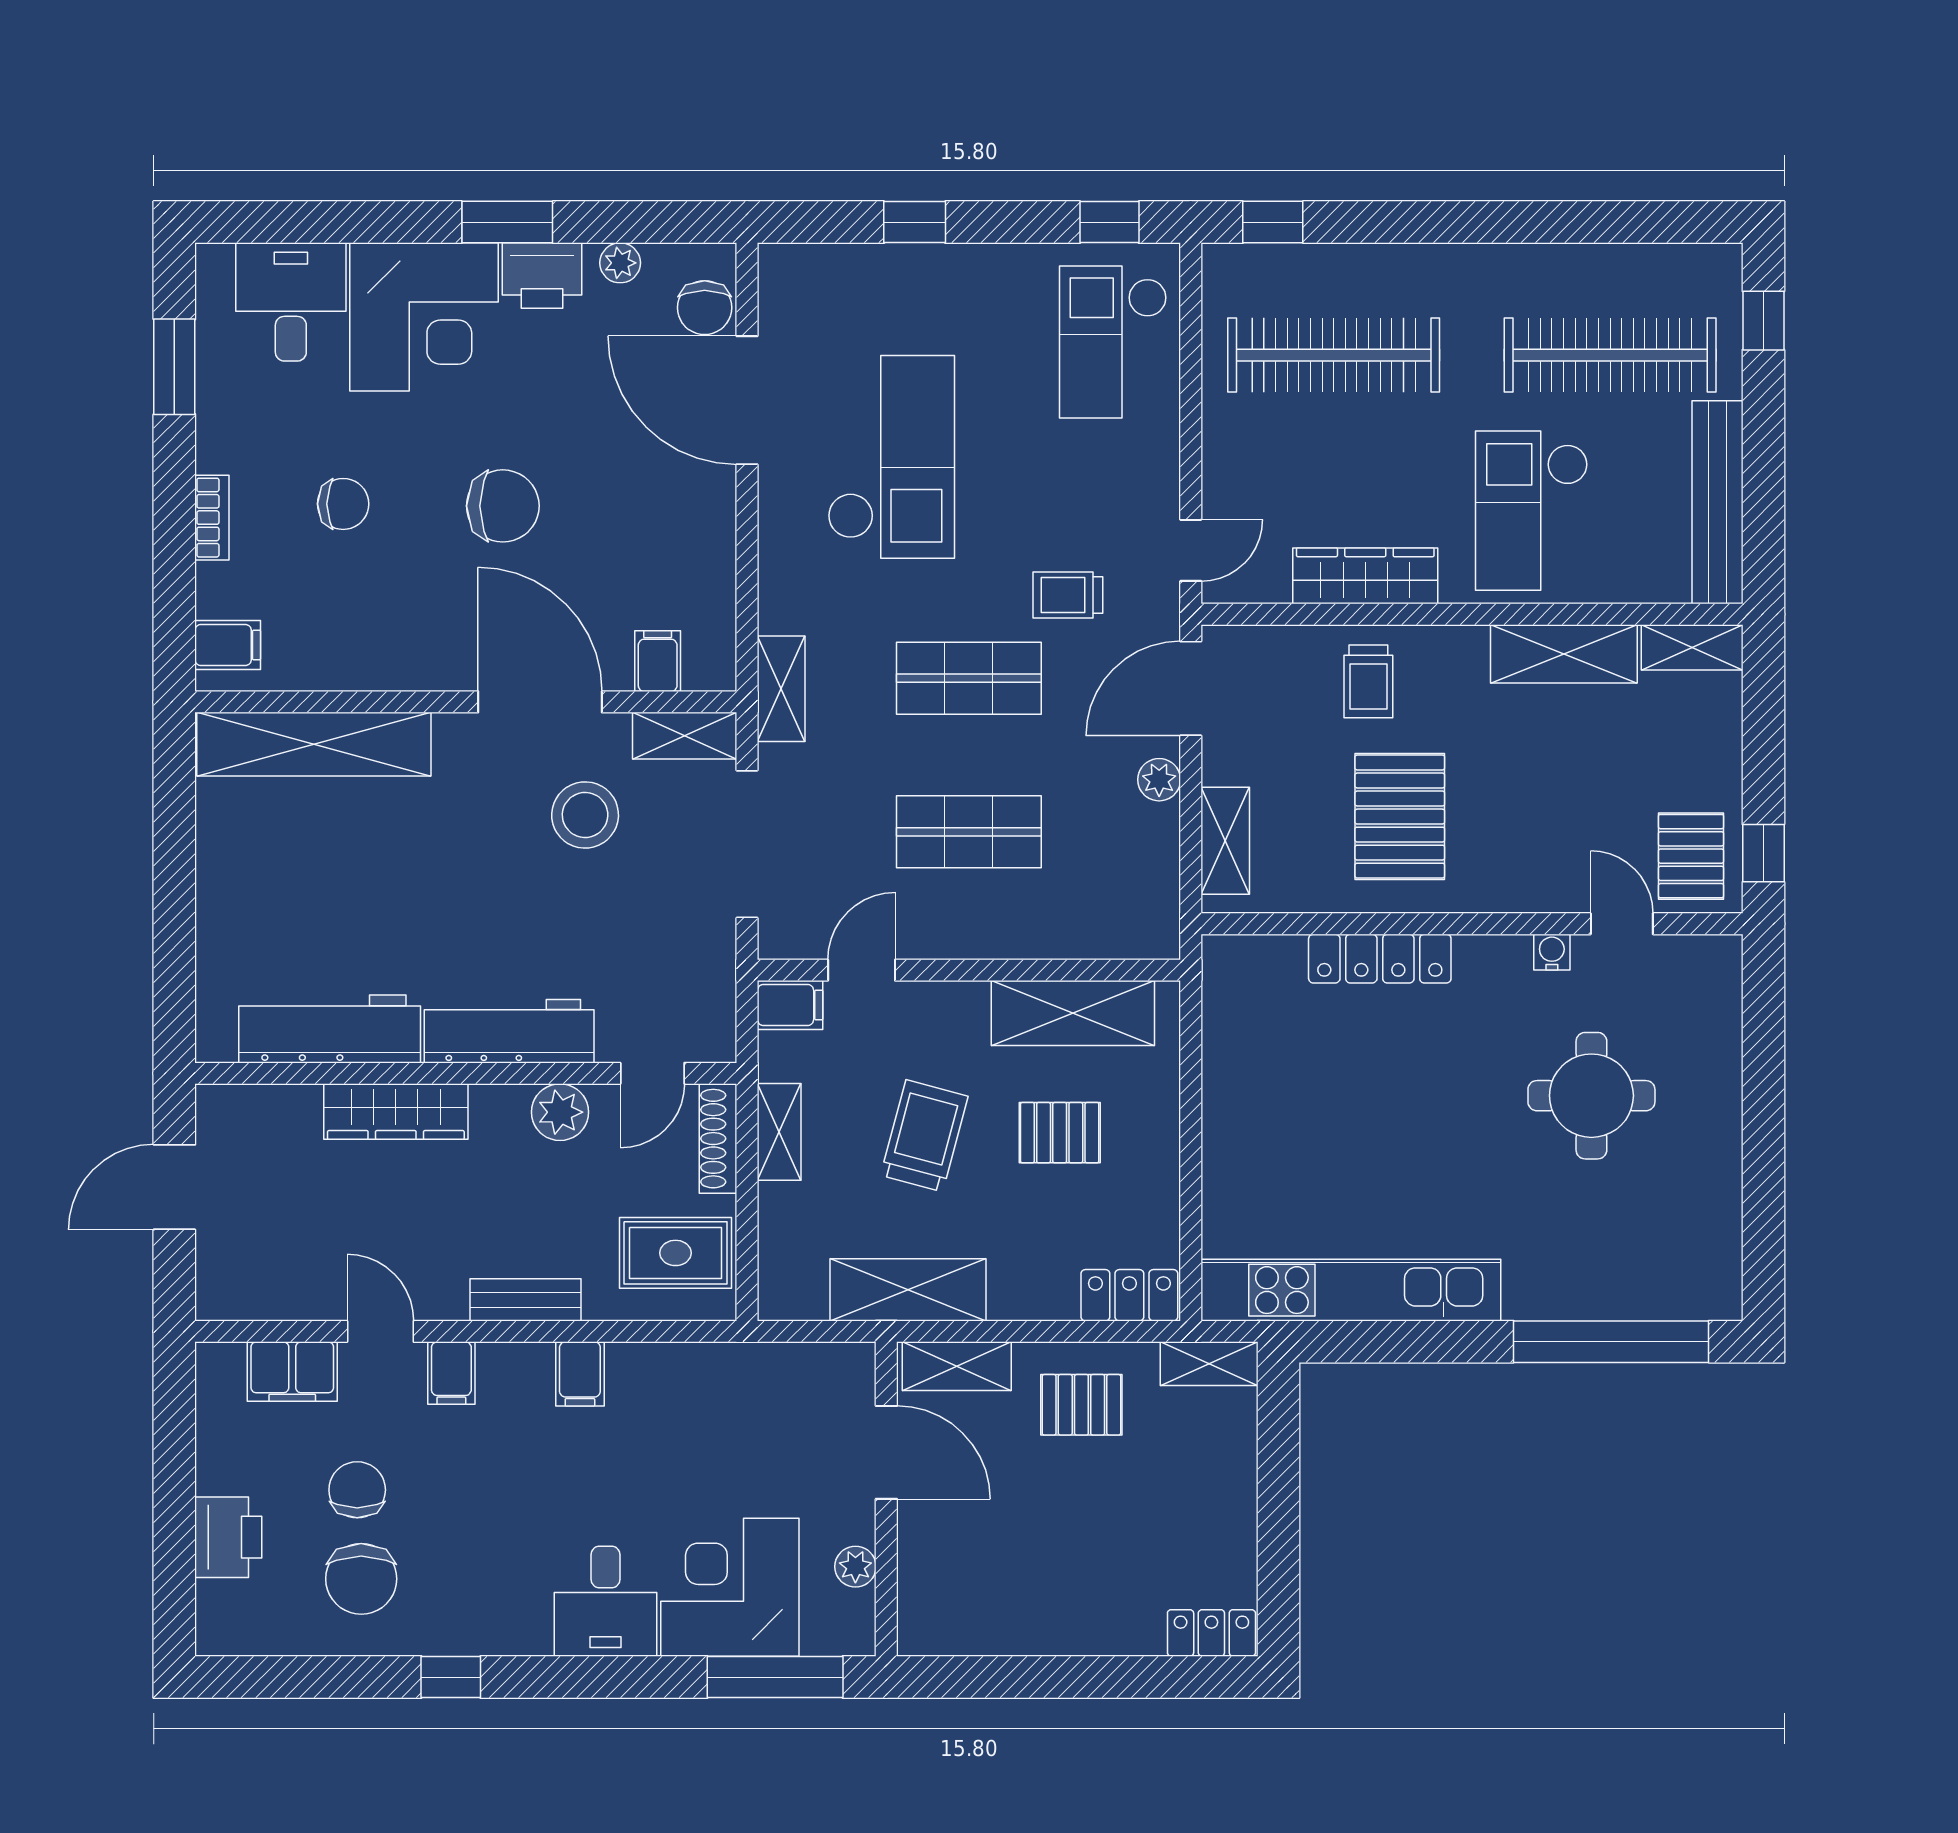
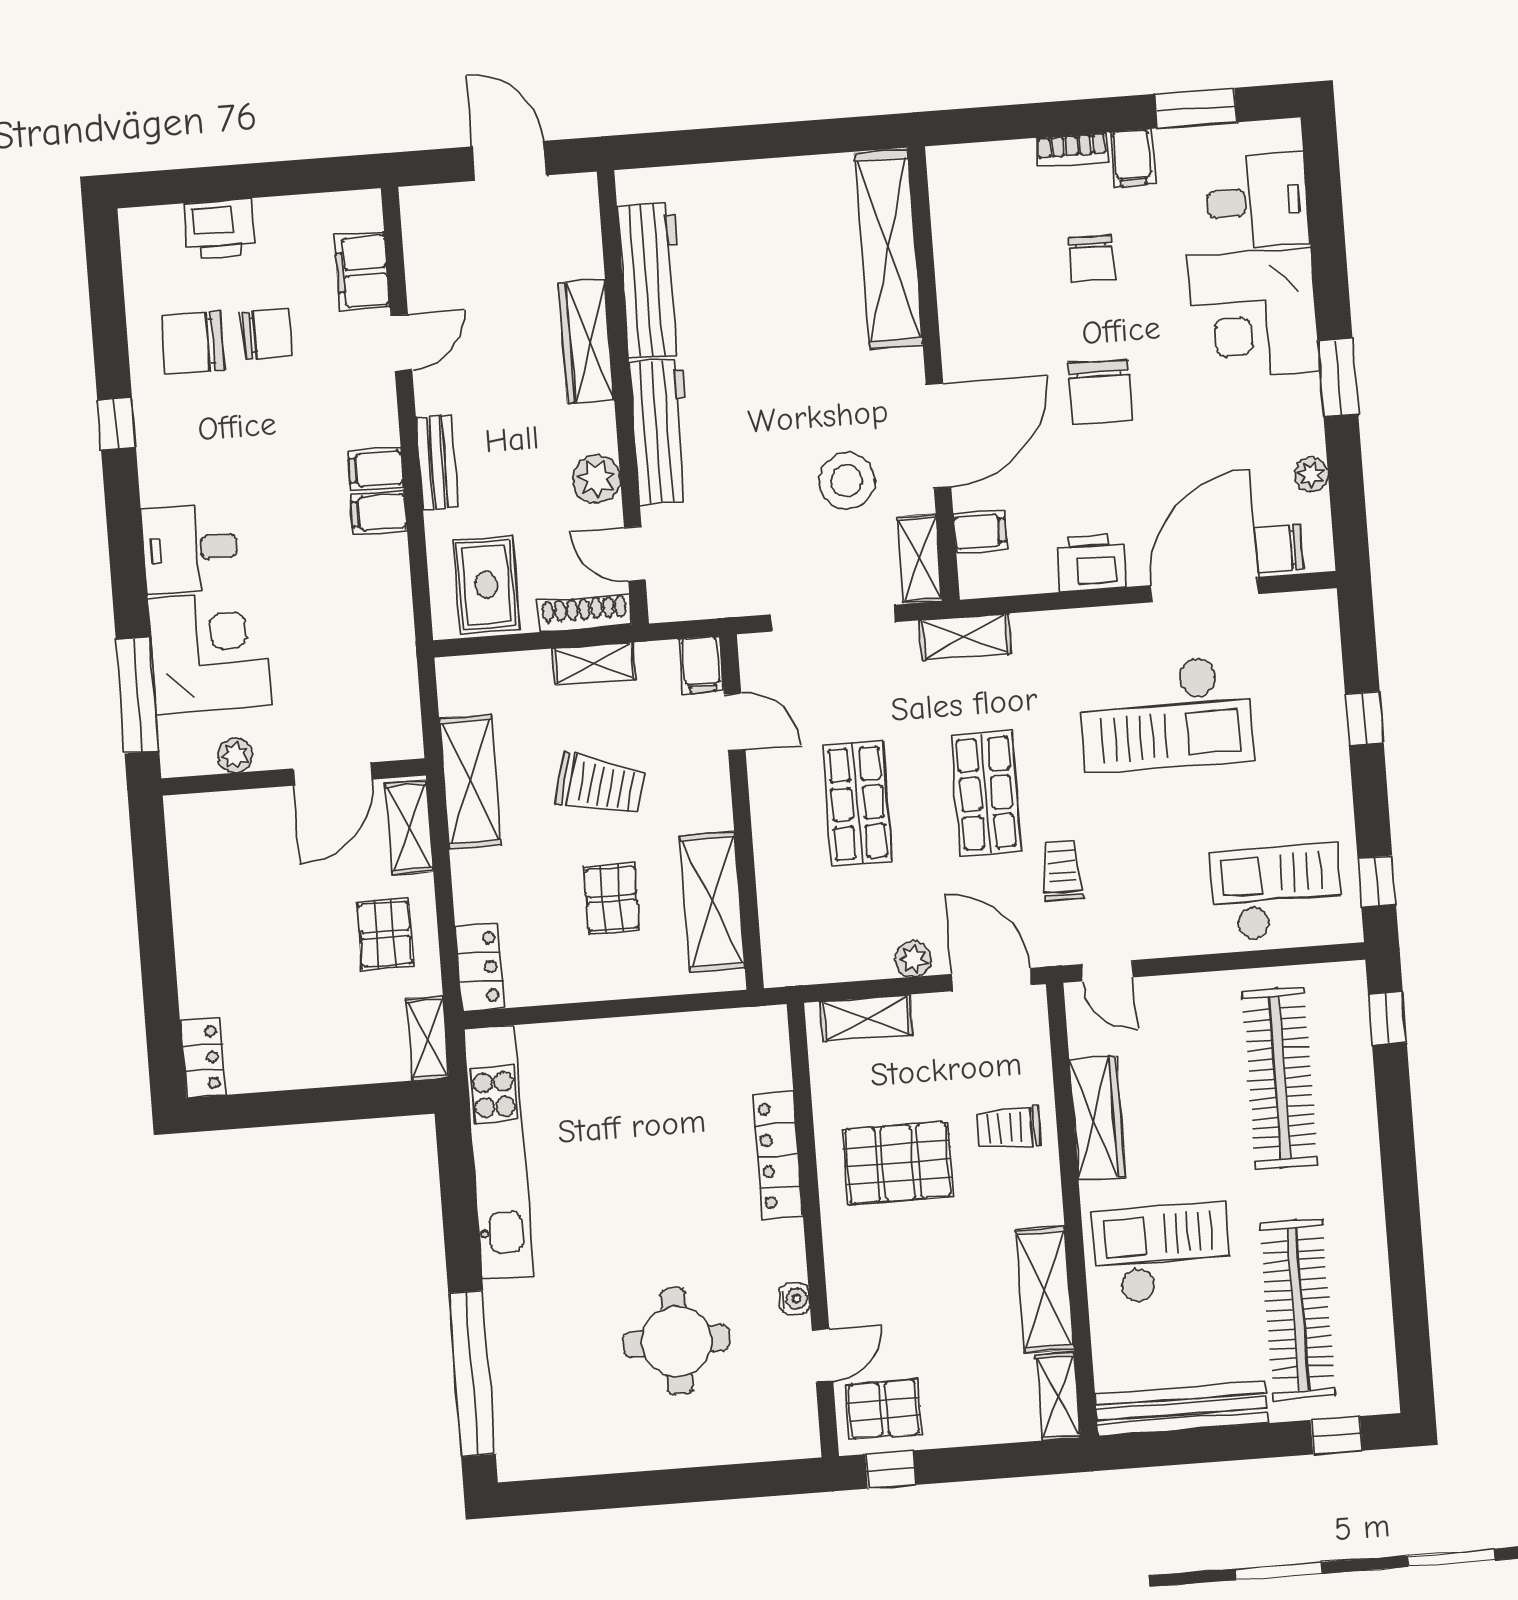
printer: (542, 275) -> (1091, 562), moved, turned 90
filing cabinet: (228, 645) -> (1132, 158), moved
filing cabinet: (451, 1373) -> (376, 469), moved

